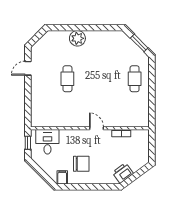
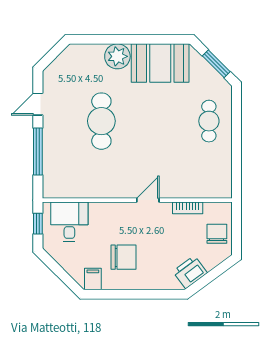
booth: (104, 43) -> (160, 63), added
cafe table: (67, 79) -> (101, 121), width x1.37, depth x1.35
window: (28, 98) -> (38, 152), added
door: (97, 128) -> (148, 200), hinge flipped
chair: (140, 149) -> (217, 234), added

